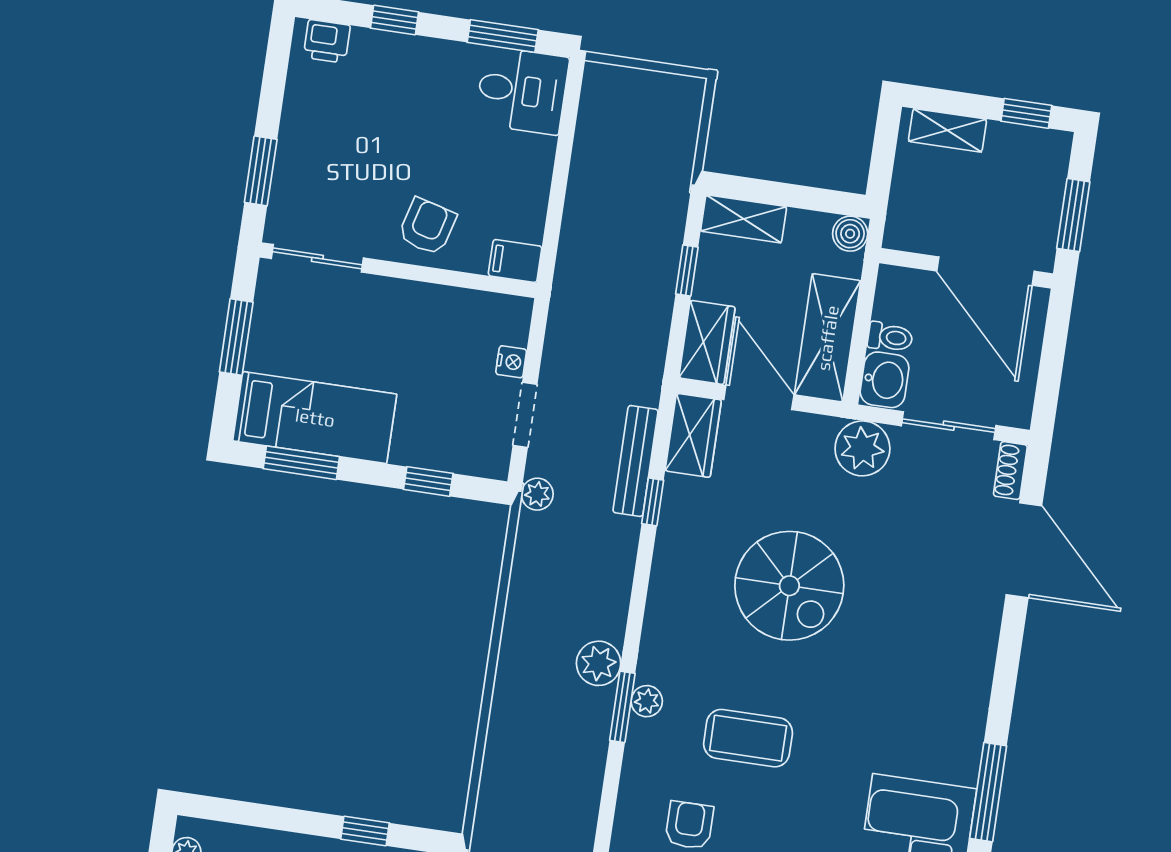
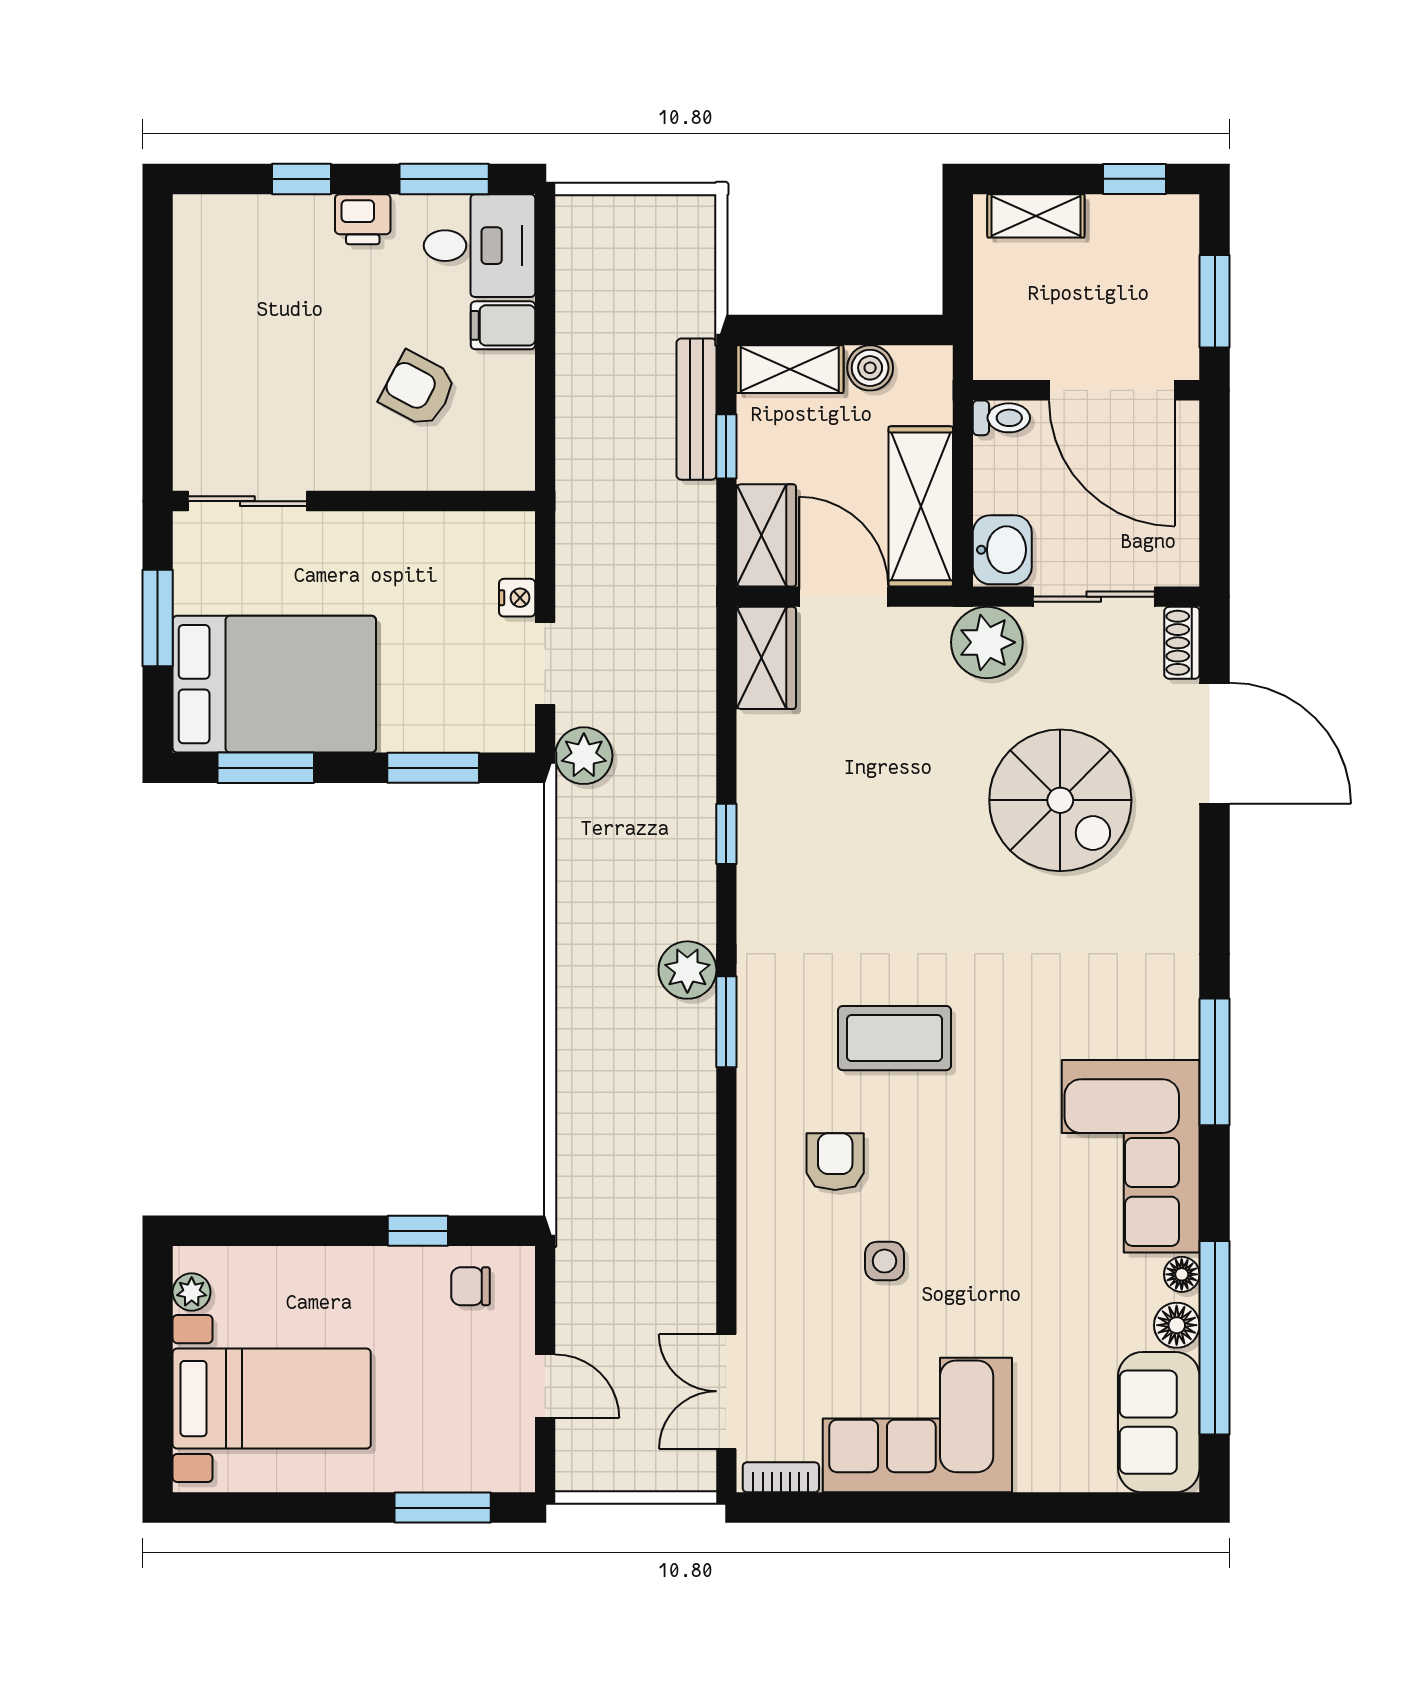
printer: (327, 41) -> (363, 219), moved
window: (261, 171) -> (158, 399), removed
armchair: (427, 226) -> (418, 389), moved, turned -77
boiler: (850, 234) -> (870, 368), moved
filing cabinet: (515, 261) -> (503, 325), moved
toilet: (890, 337) -> (1001, 418), moved
bed: (315, 418) -> (274, 684), width x1.50
bench: (636, 461) -> (696, 409), moved
window: (428, 481) -> (433, 768), width x1.50
plant: (537, 494) -> (584, 756), width x1.38, depth x1.38
window: (653, 502) -> (726, 834), moved
spiral stairs: (789, 586) -> (1060, 800), moved
plant: (647, 701) -> (757, 1010), removed

